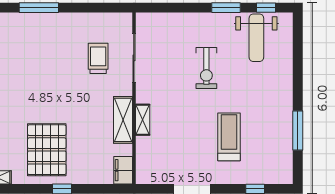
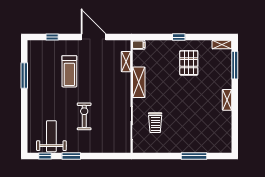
shelving: (143, 120) -> (126, 62), moved
pallet: (47, 150) -> (189, 63), width x0.73, depth x0.71
filing cabinet: (123, 170) -> (139, 45), width x0.50

